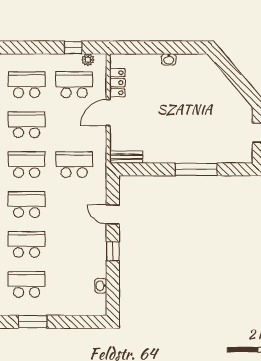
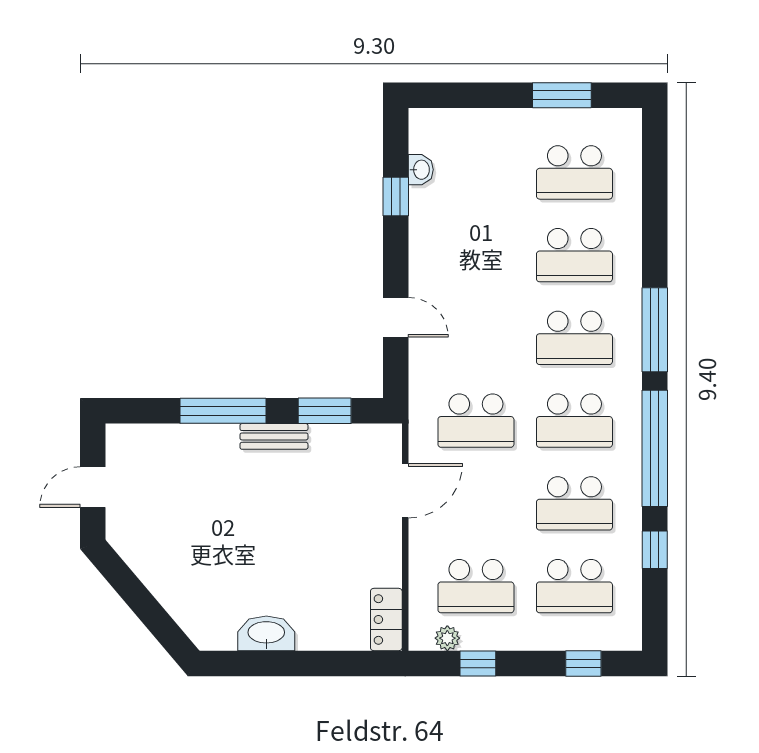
window: (22, 47) -> (583, 663), added
washbasin: (169, 59) -> (266, 633), width x1.91, depth x1.45
locker: (117, 83) -> (386, 619), moved
door: (108, 113) -> (405, 491), moved
bench: (126, 157) -> (274, 436), moved
window: (147, 169) -> (325, 411), added
window: (113, 251) -> (396, 196), moved

